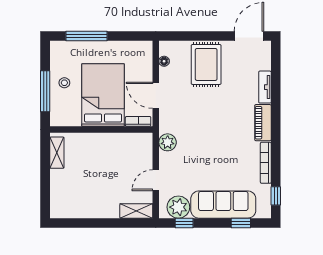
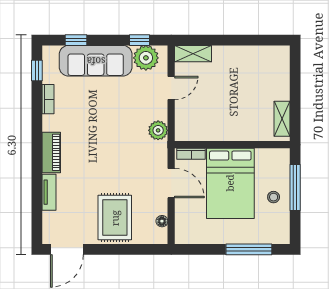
bookcase: (266, 163) -> (48, 99), width x0.64

